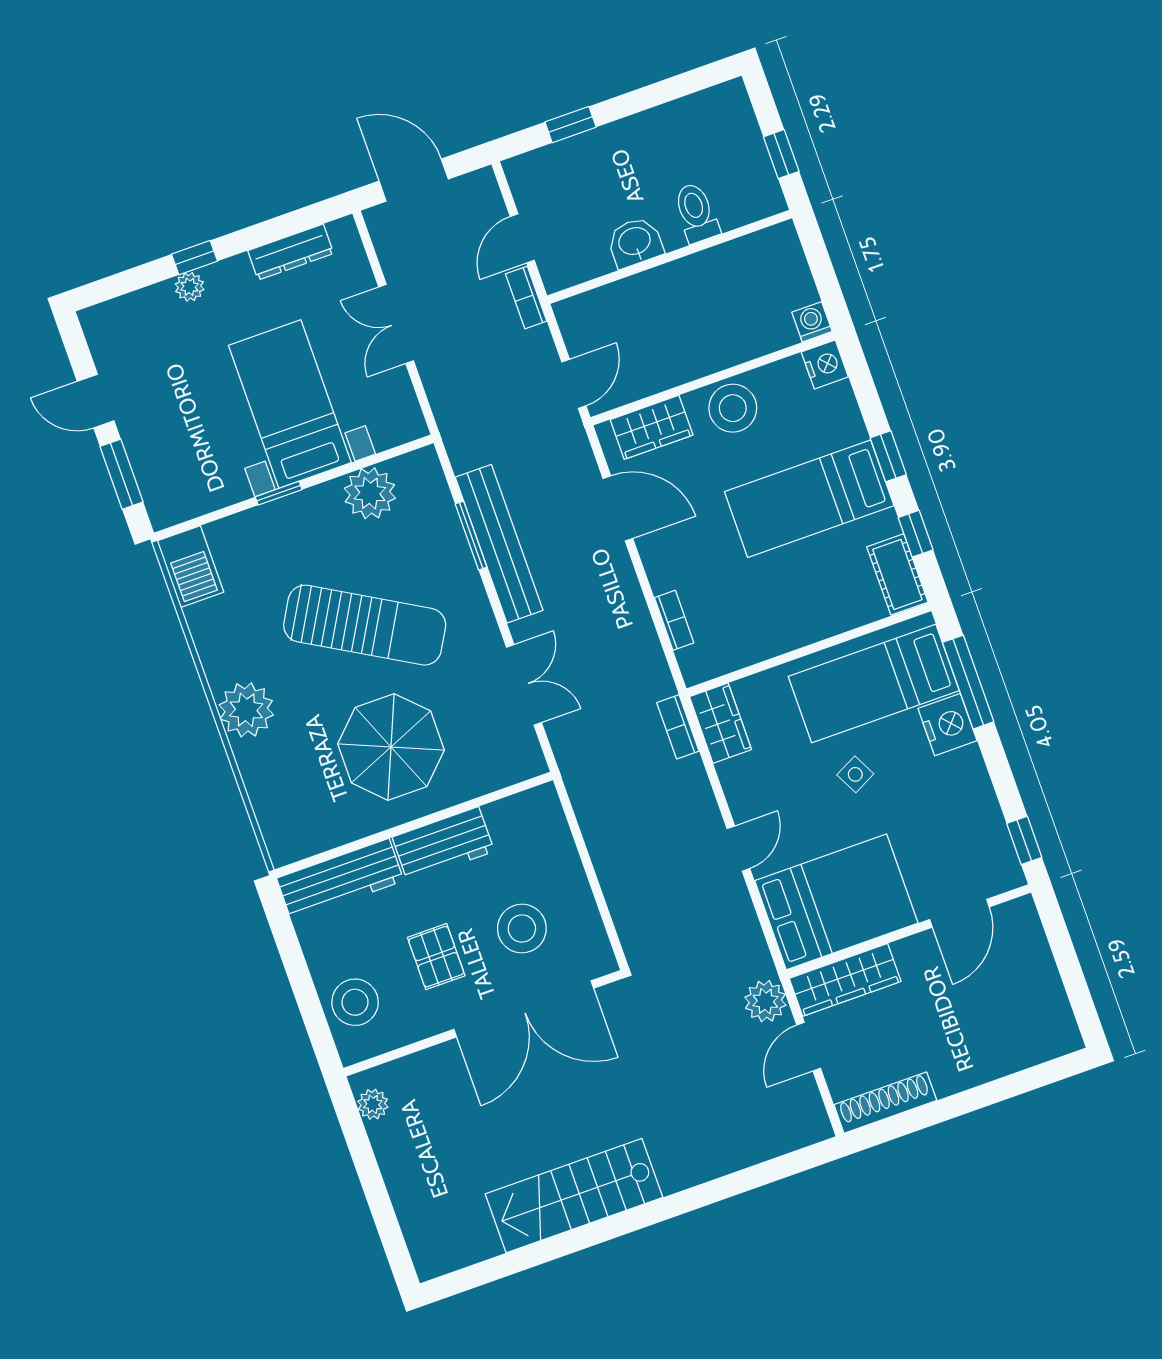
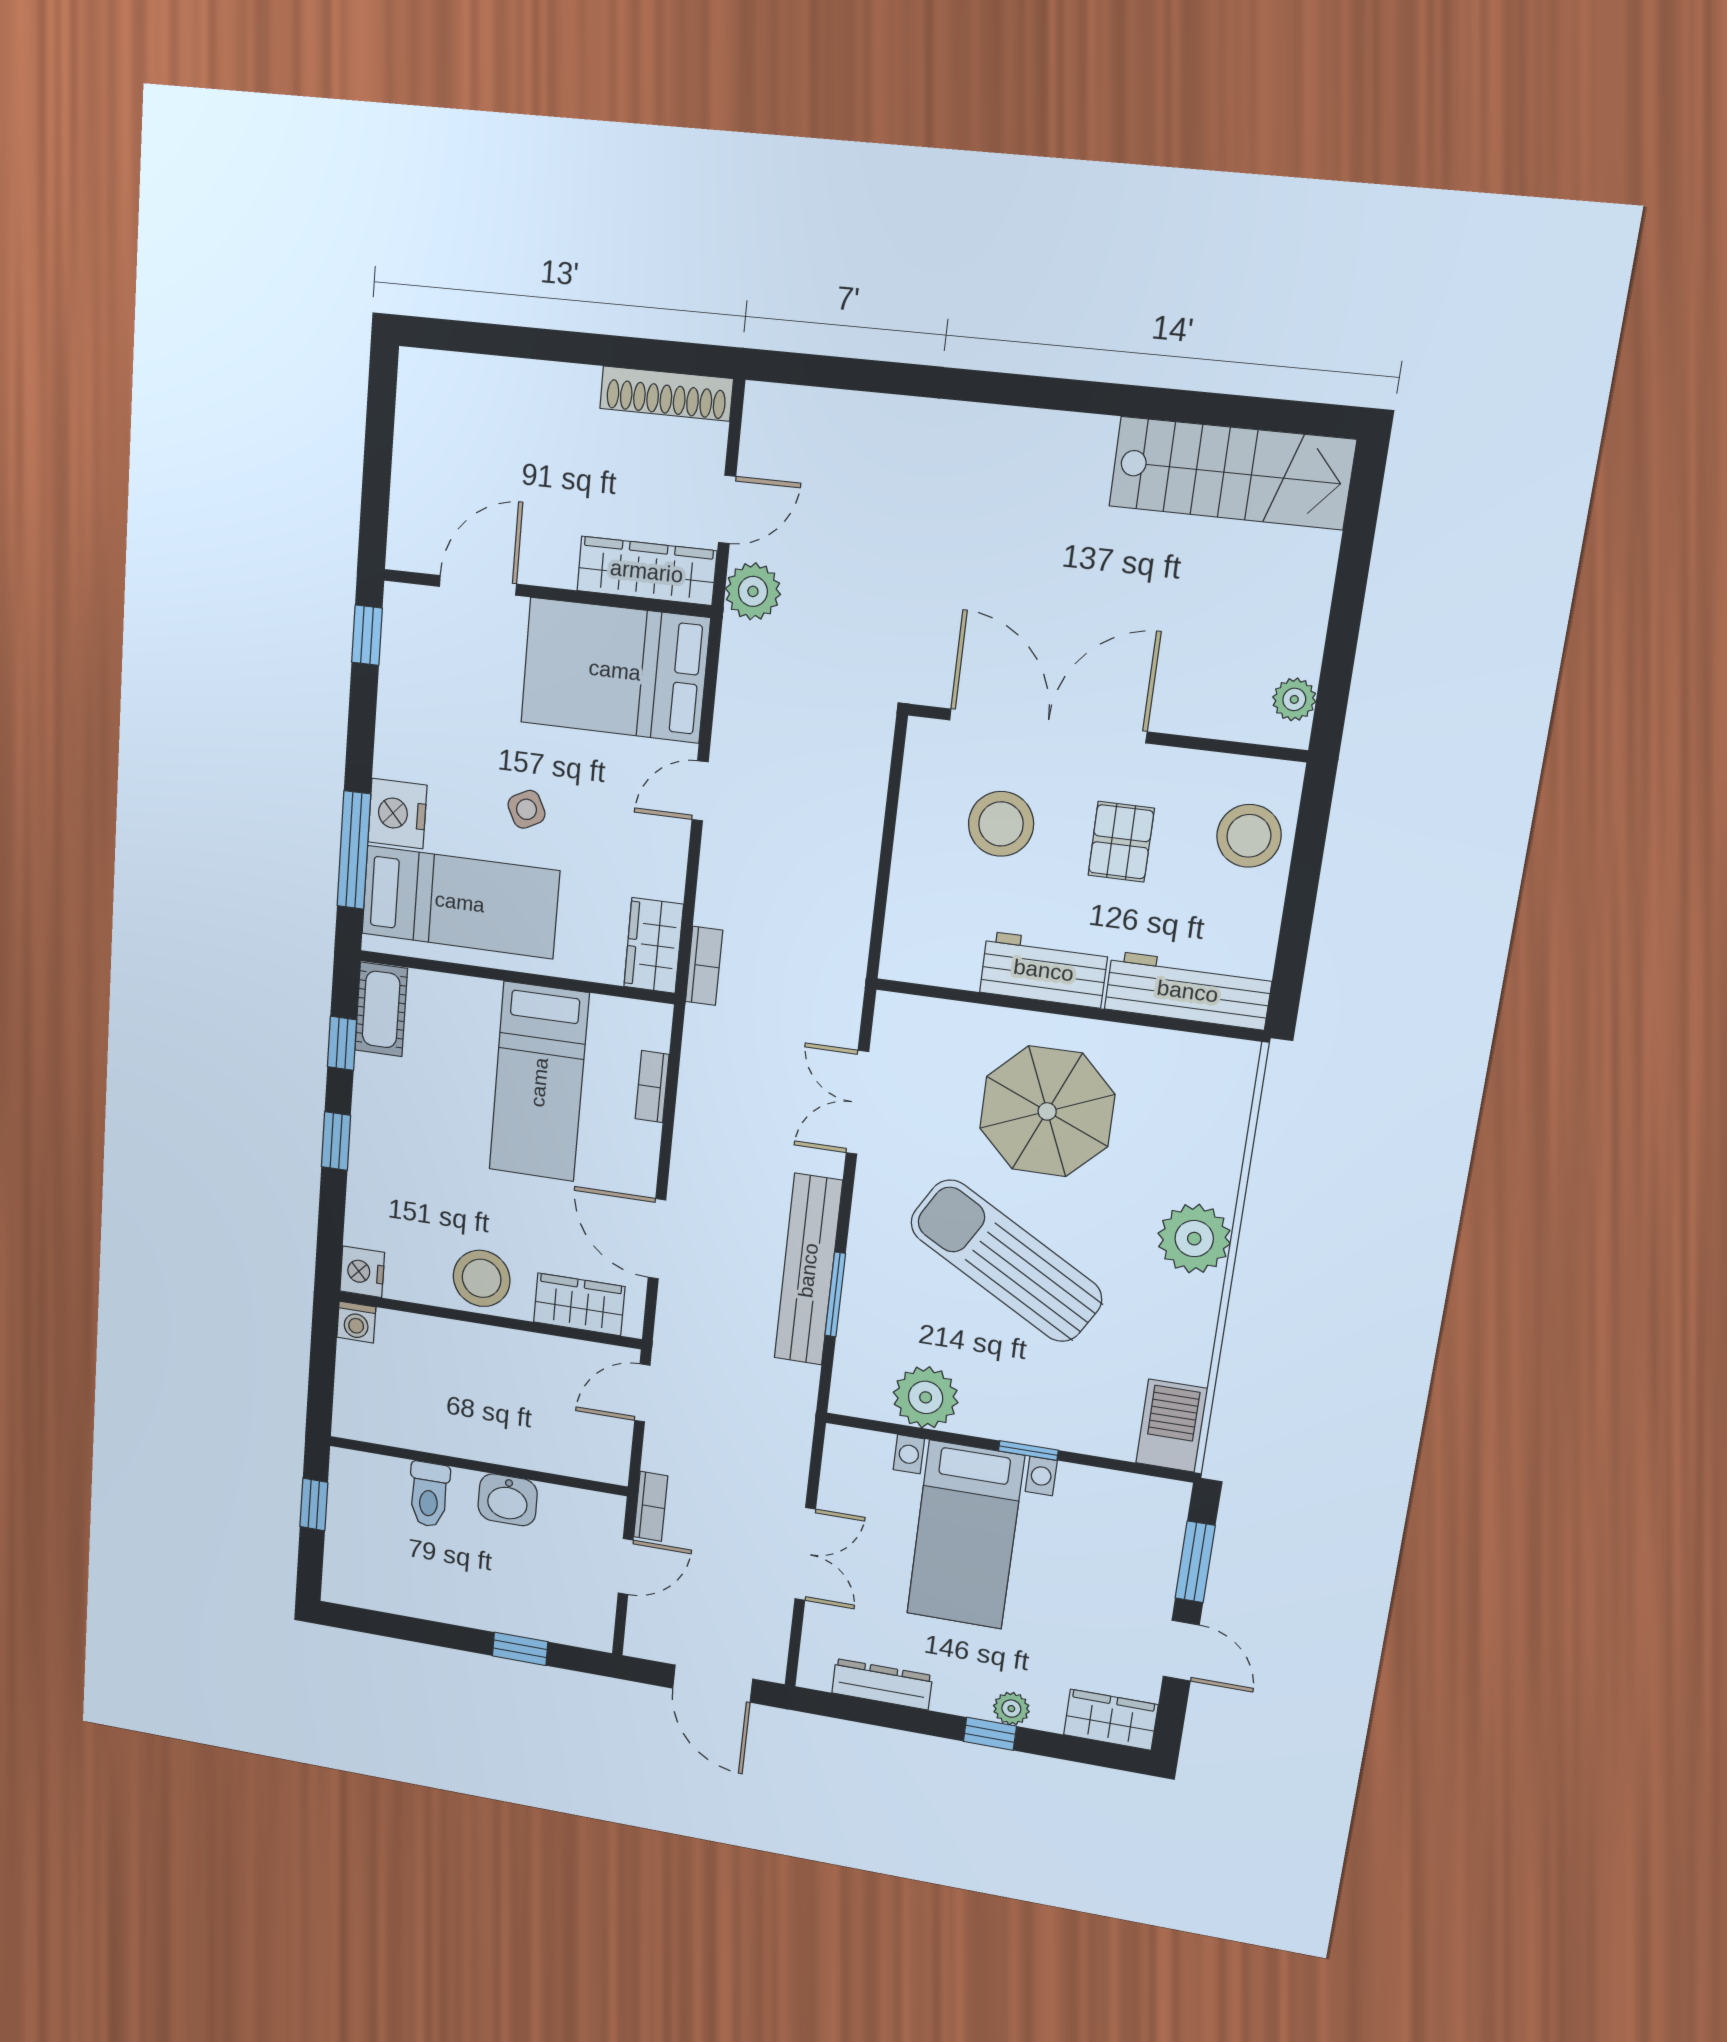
wardrobe: (116, 319) -> (1111, 1720), added
bed: (809, 499) -> (539, 1082), moved, turned 90
stairs: (574, 1196) -> (1232, 473), moved

